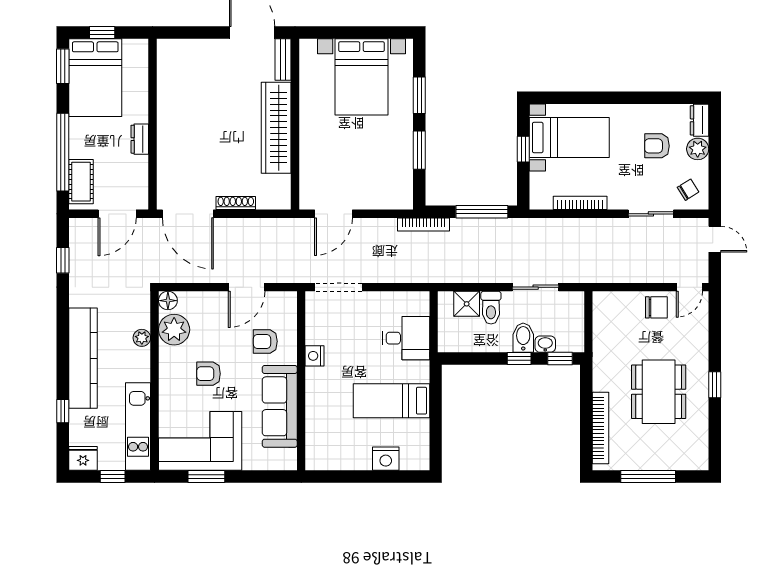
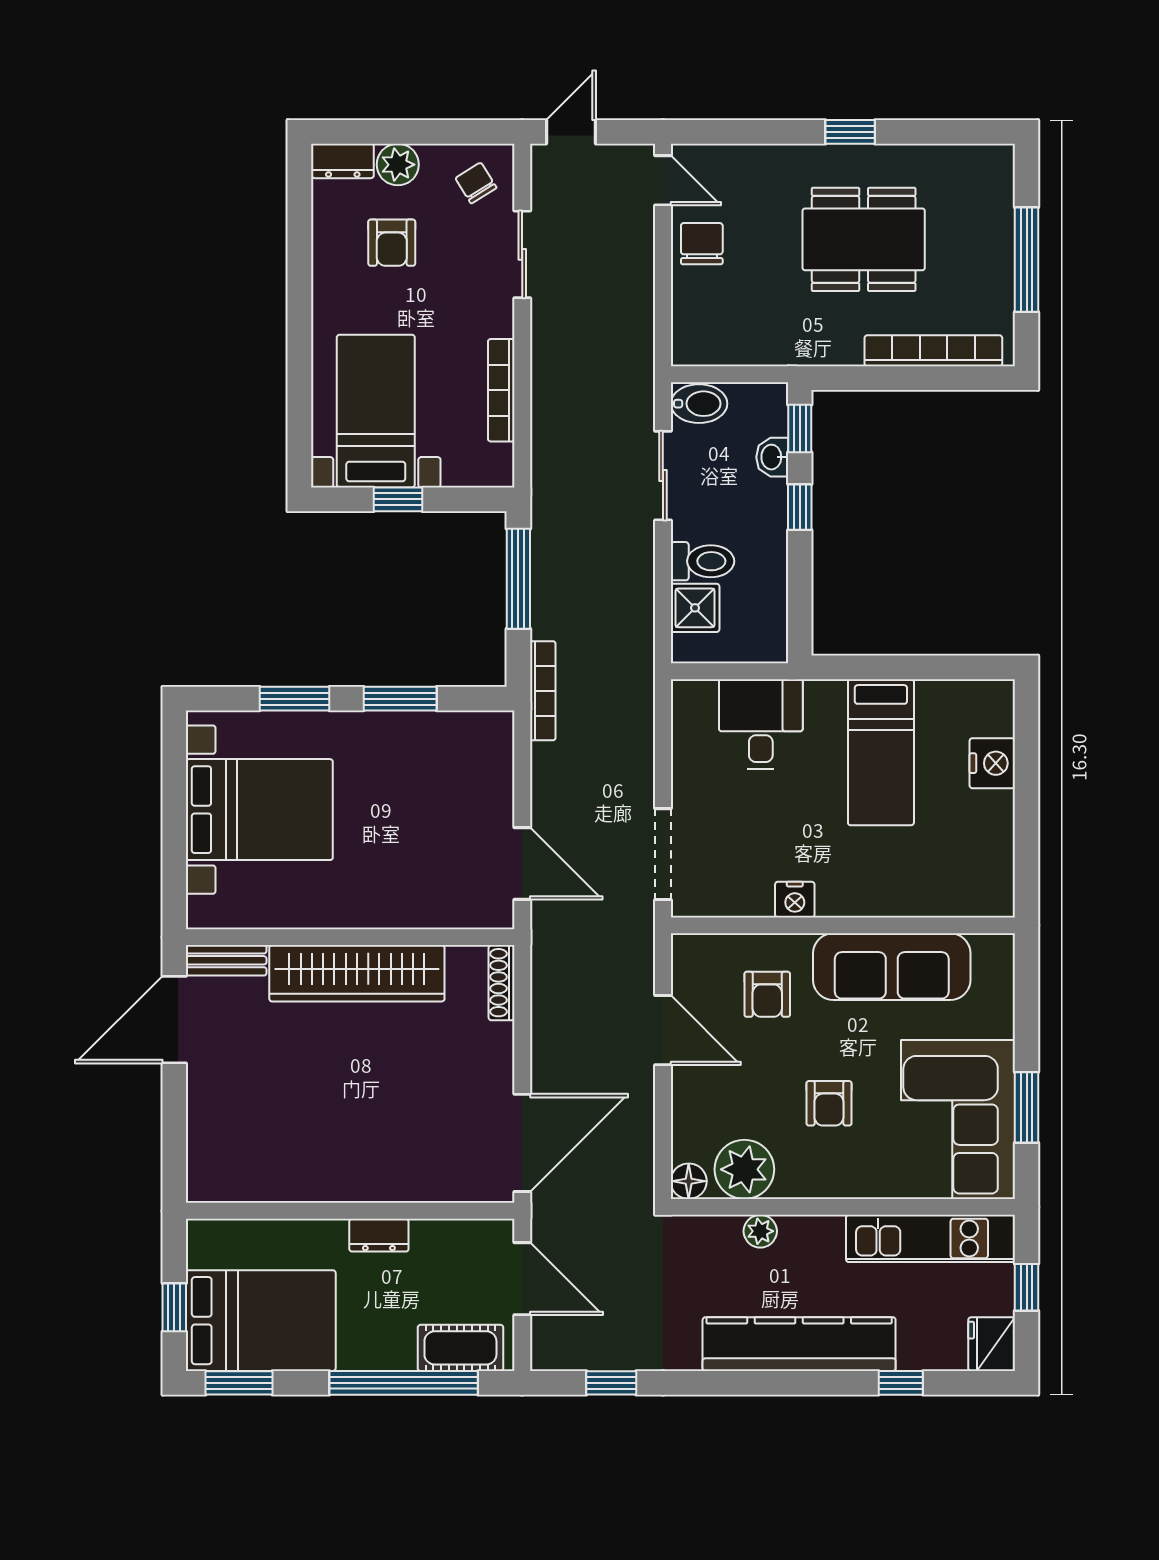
shoe rack: (236, 203) -> (502, 983), moved
bidet: (523, 338) -> (699, 404), moved, turned 180

